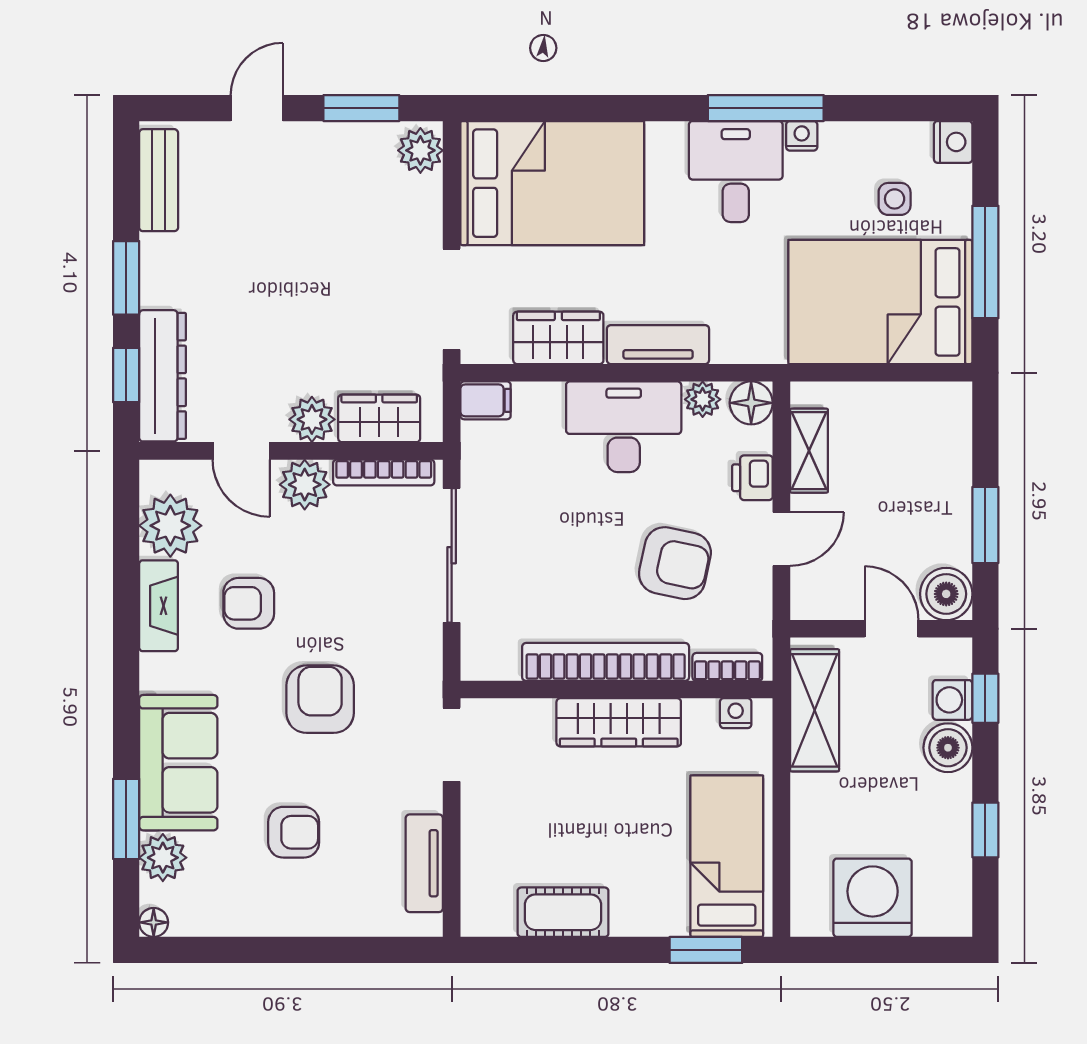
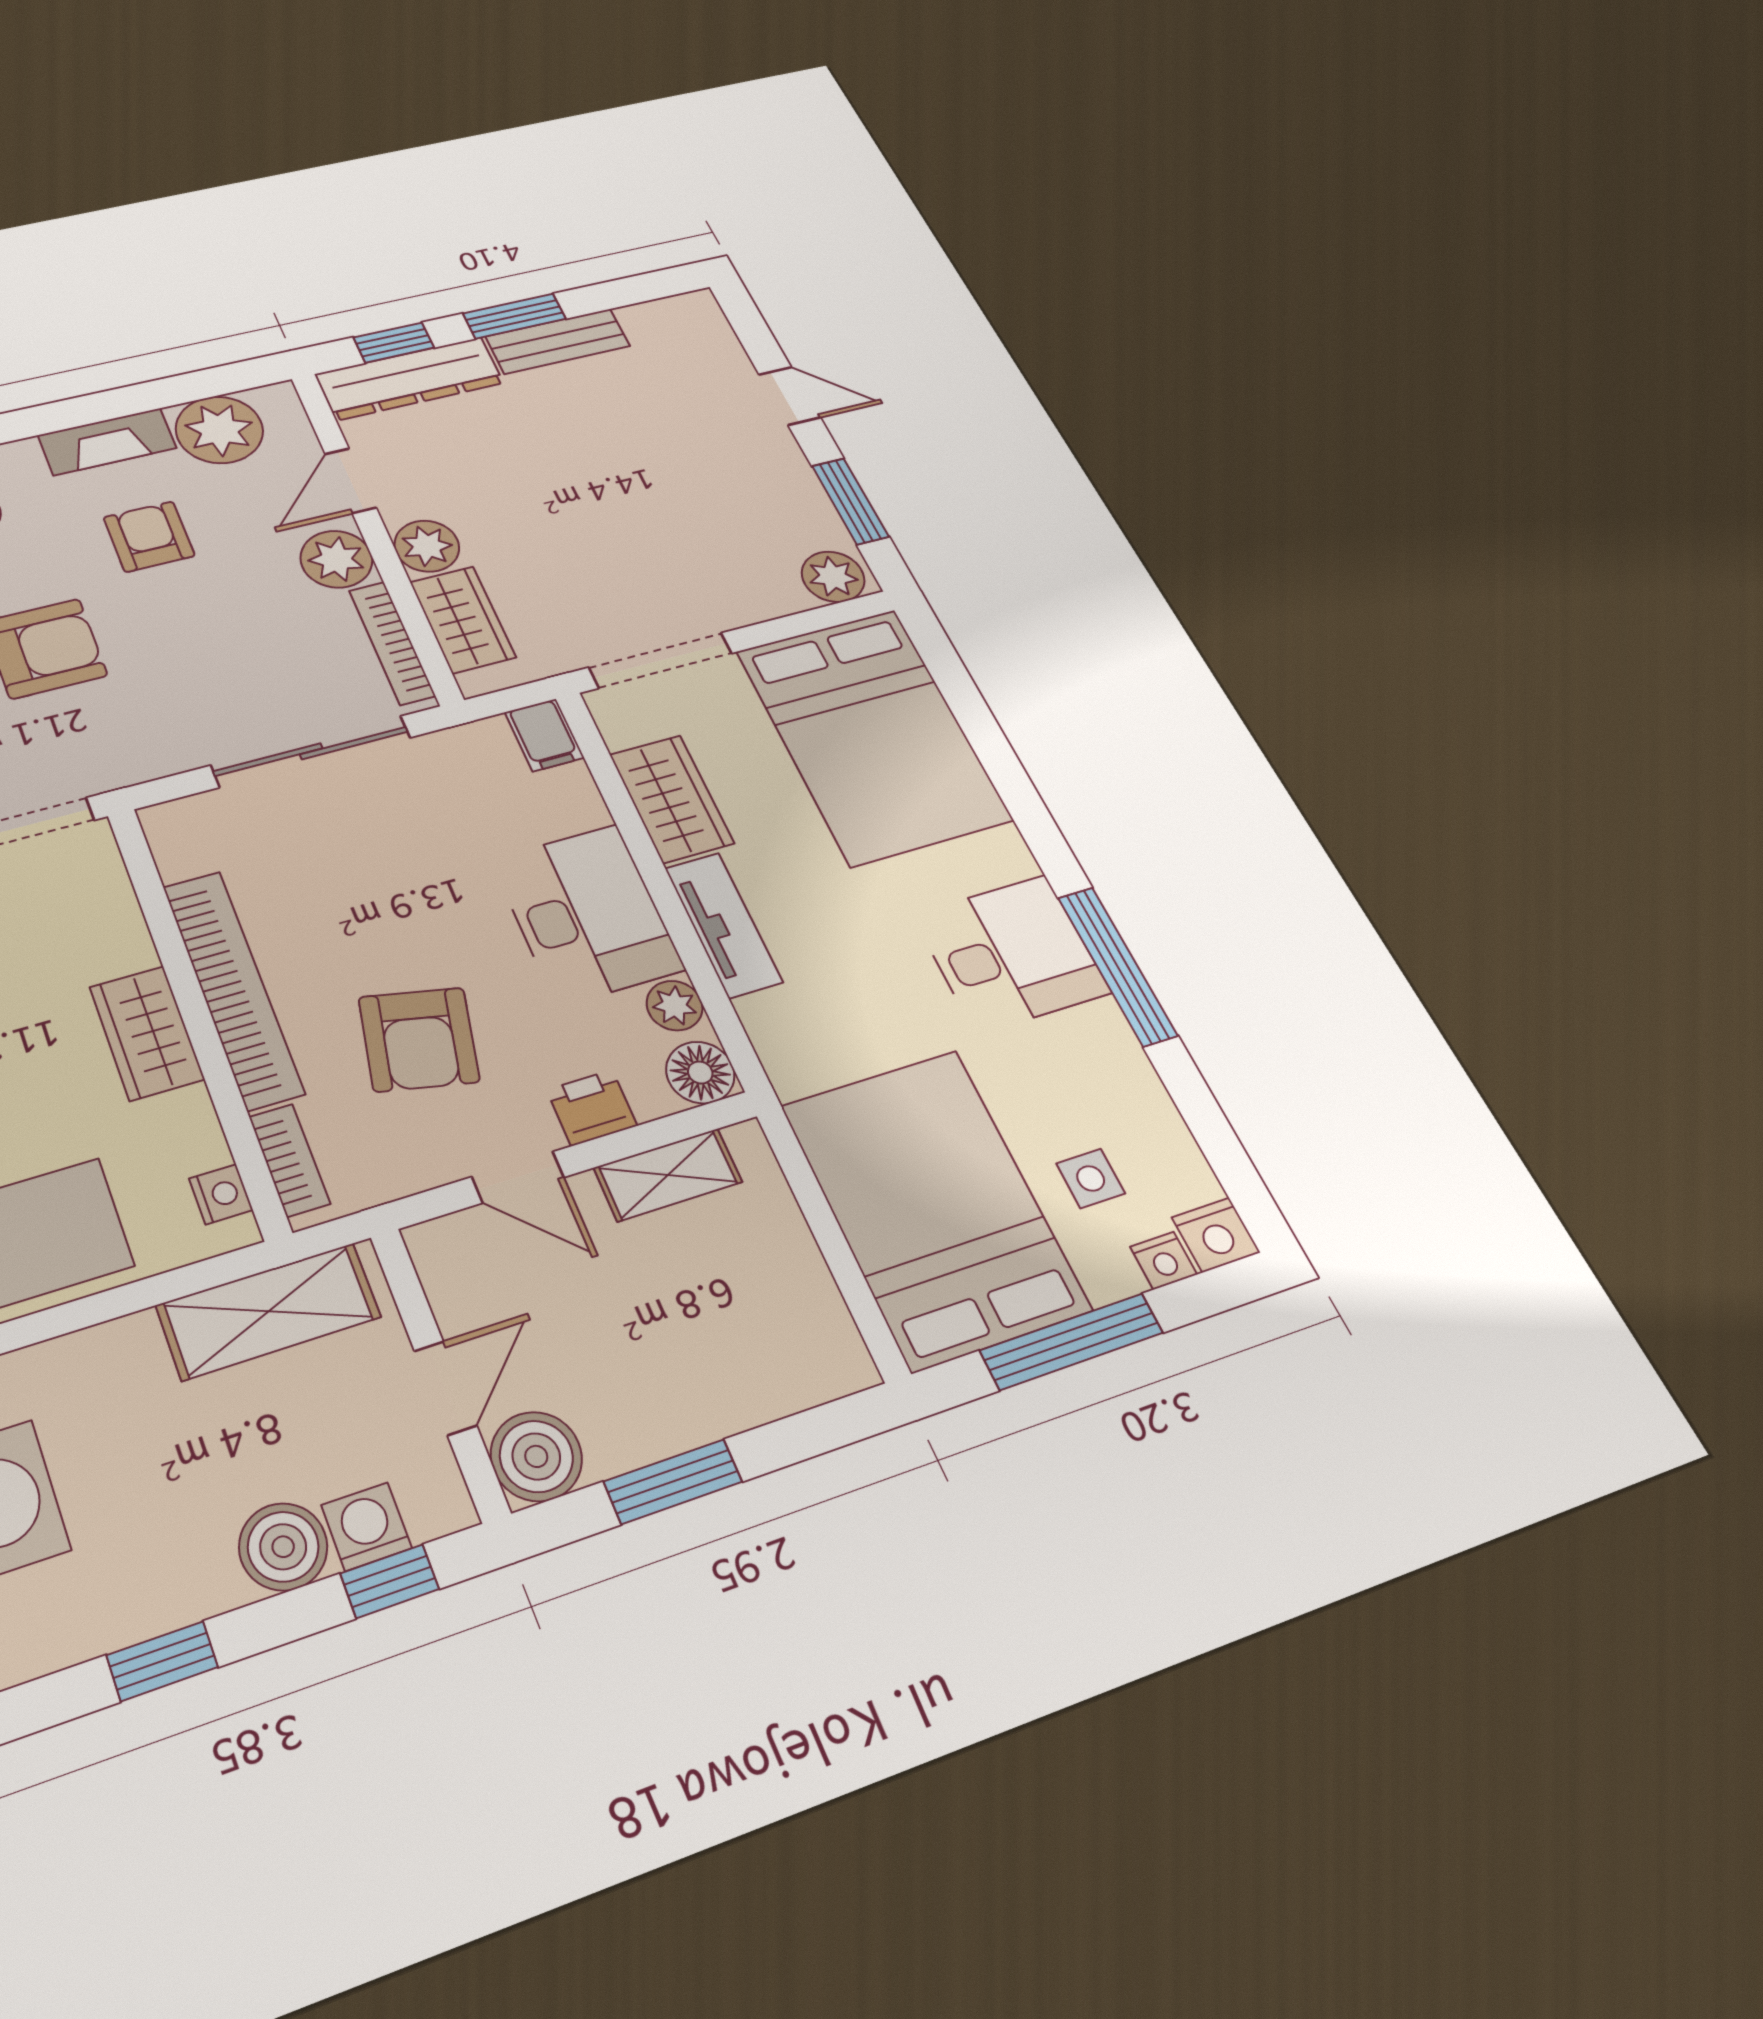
nightstand: (802, 136) -> (1164, 1261), moved, turned 90
bench: (159, 180) -> (558, 341), moved
wardrobe: (619, 722) -> (147, 1033), width x0.67

